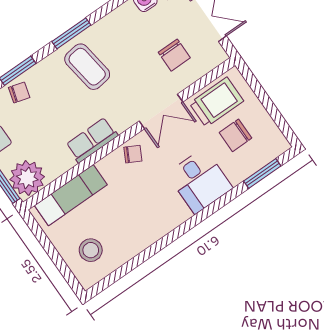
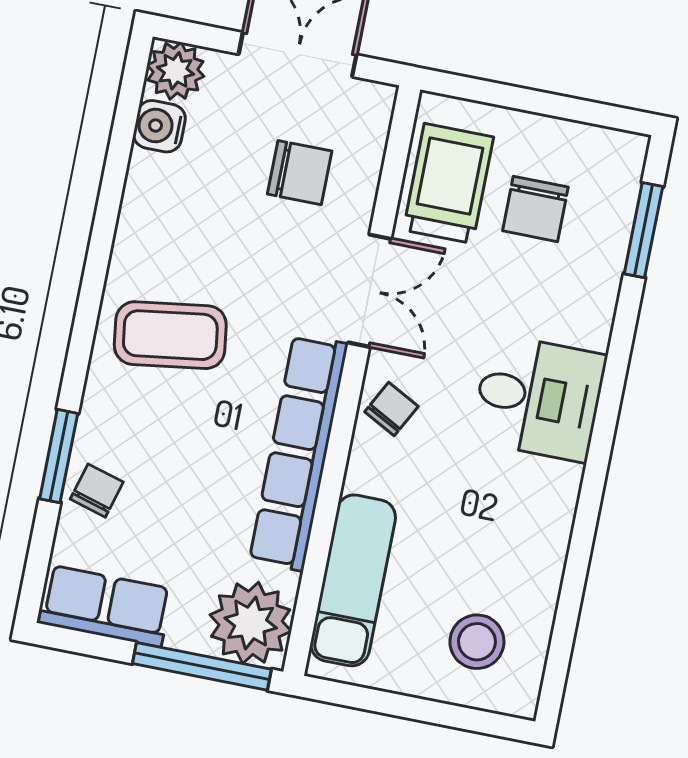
window: (71, 33) -> (89, 304), removed
row of seats: (92, 140) -> (299, 452), width x2.02
desk: (200, 181) -> (539, 398), moved

